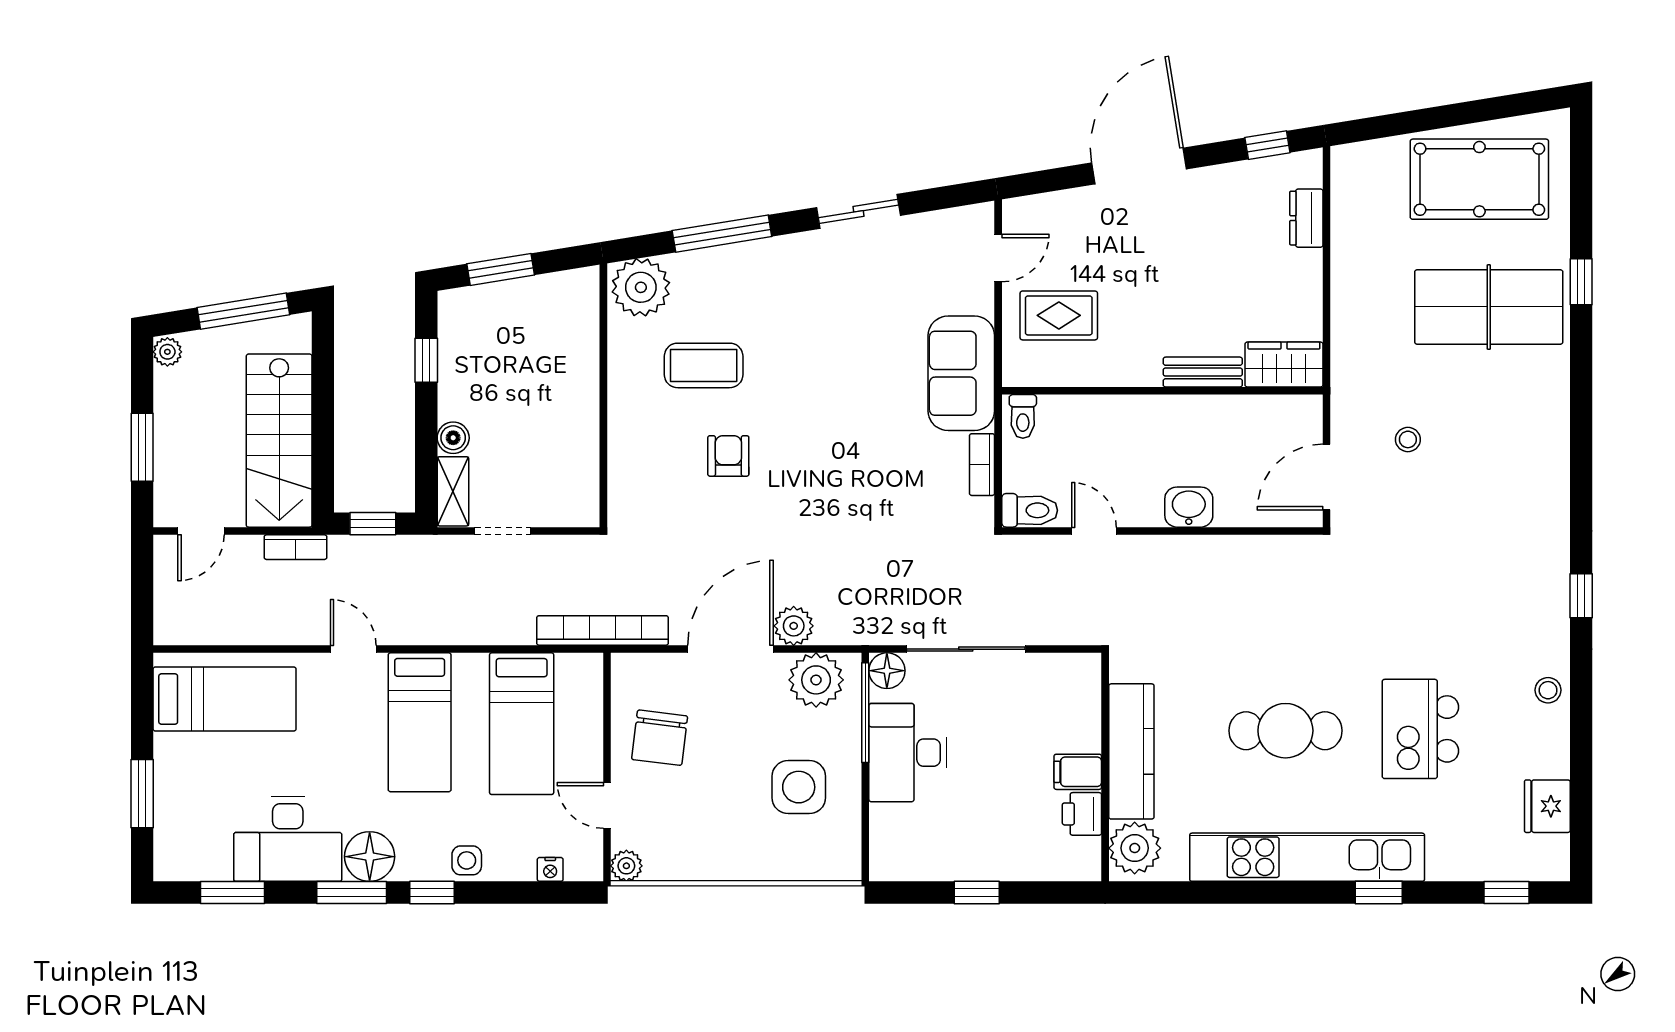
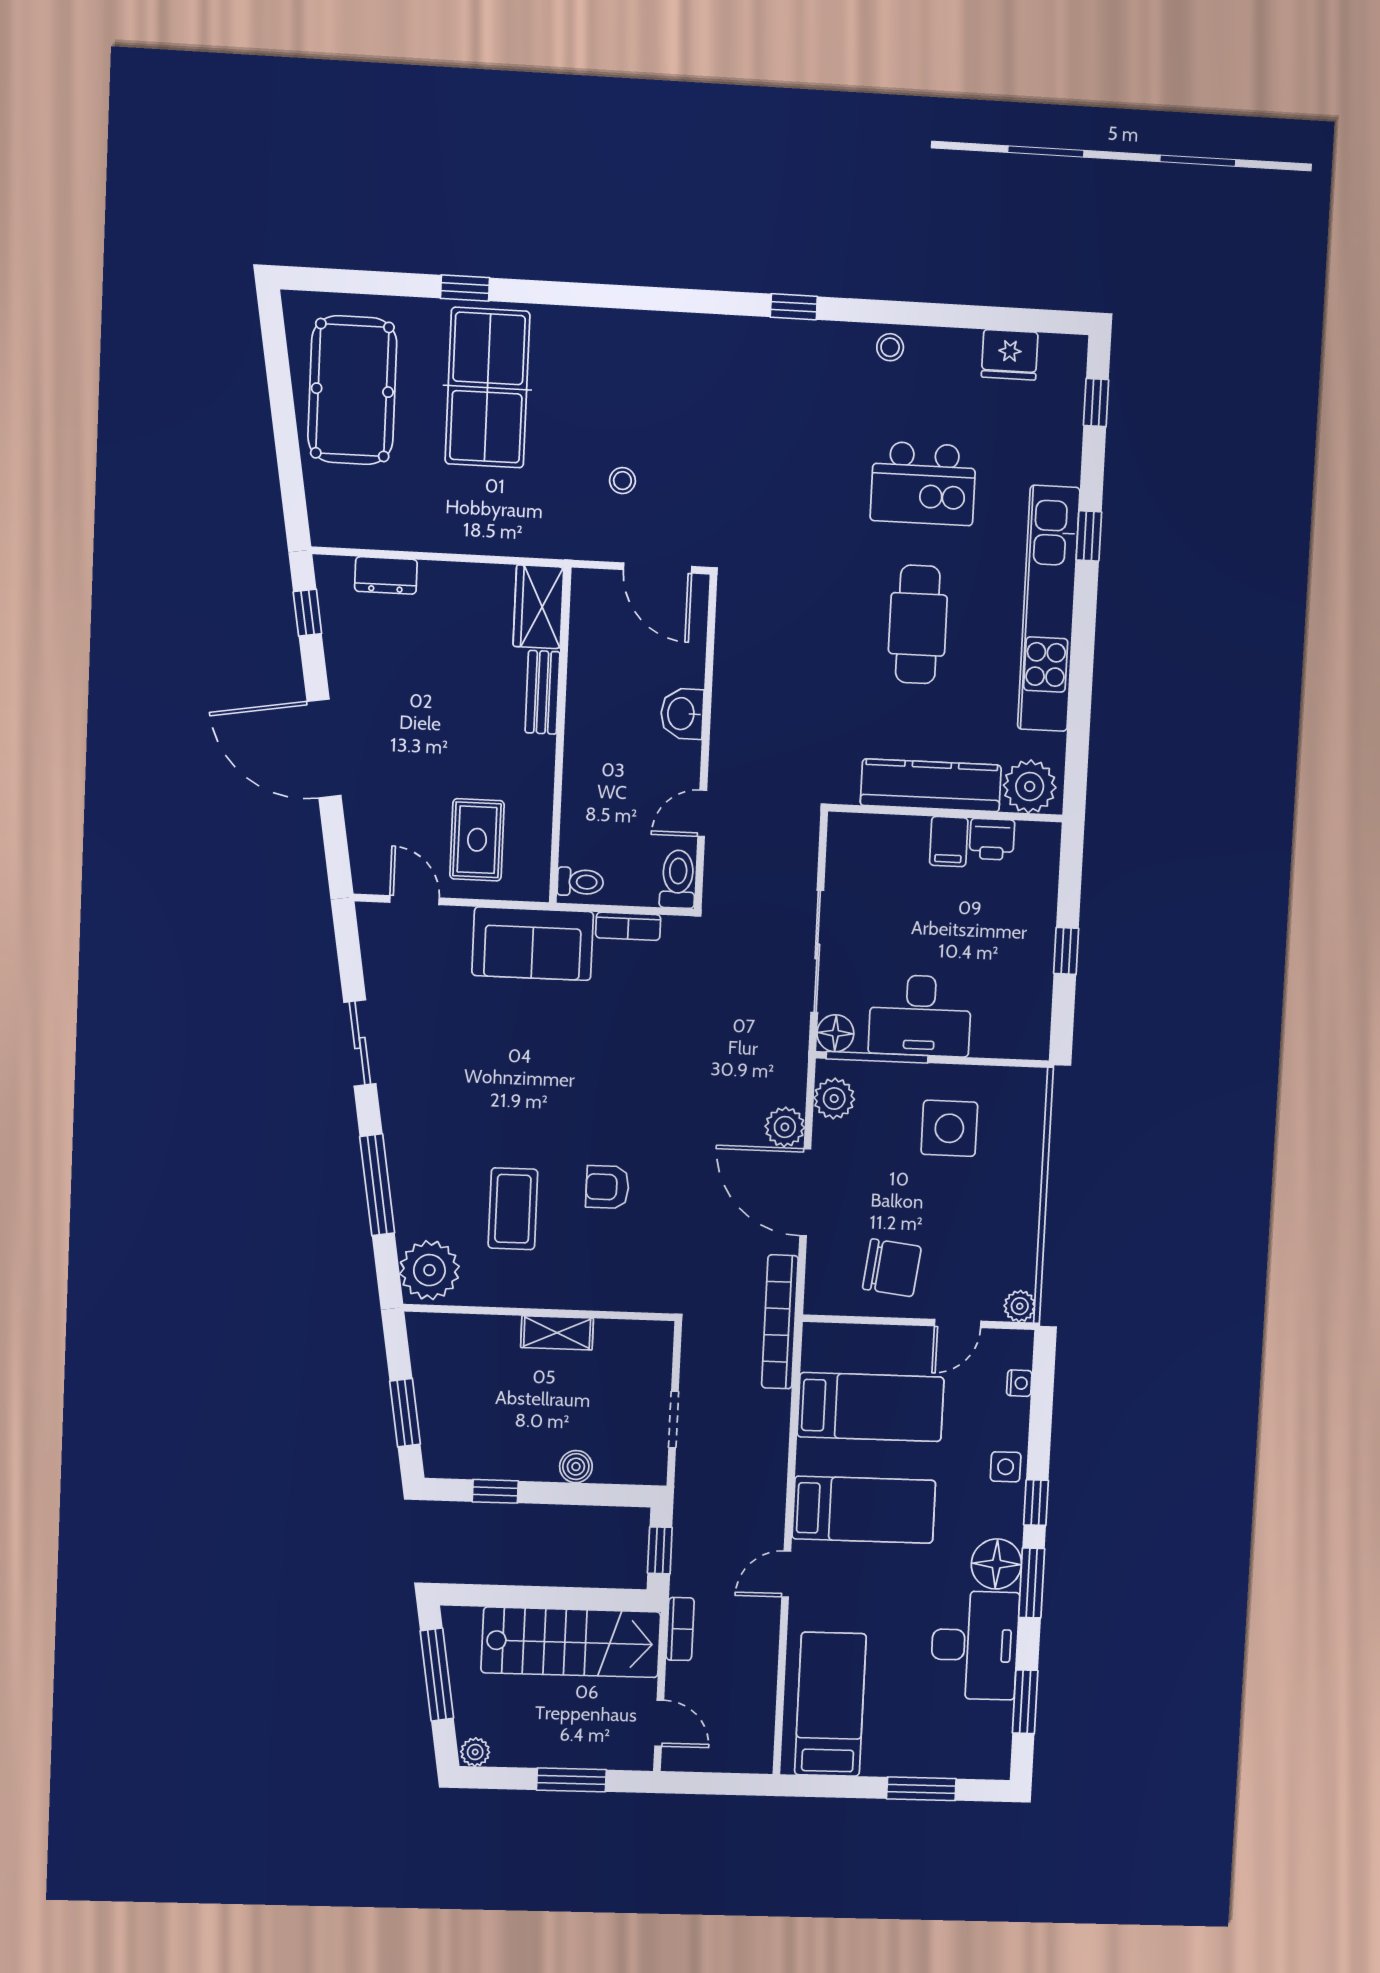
shelving: (453, 491) -> (557, 1333), moved
plant: (816, 680) -> (834, 1099), width x0.73, depth x0.73

